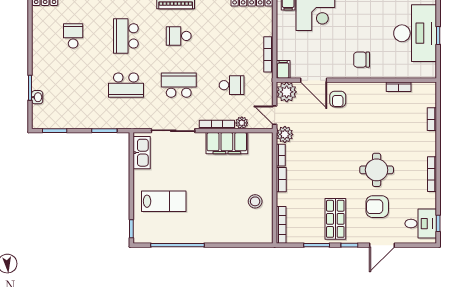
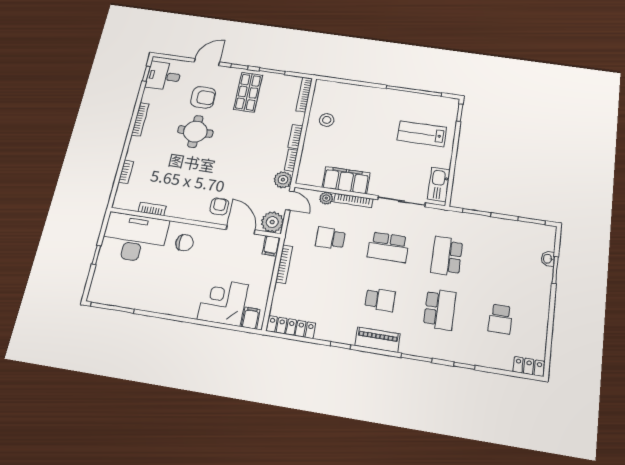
desk: (415, 33) -> (134, 238), moved, turned 90
school desk: (126, 85) -> (447, 256), turned -90

